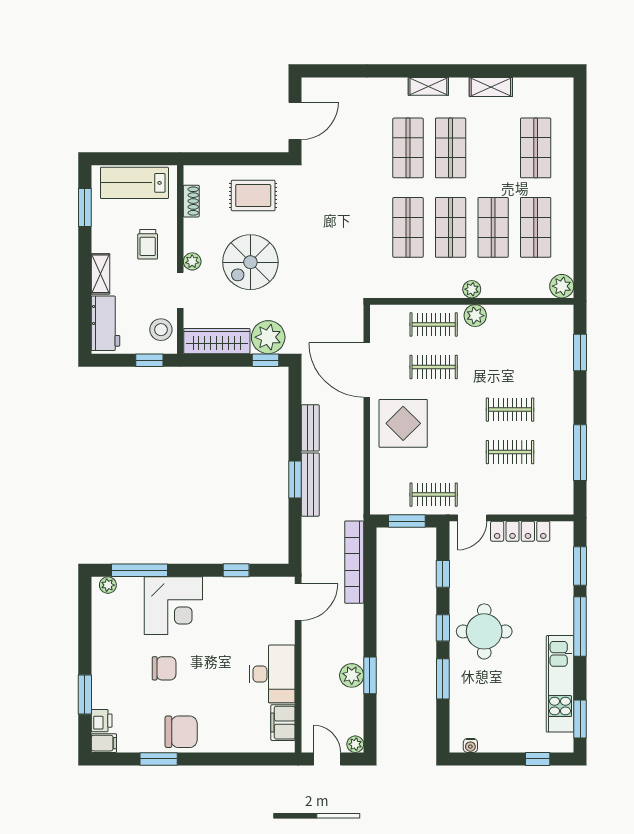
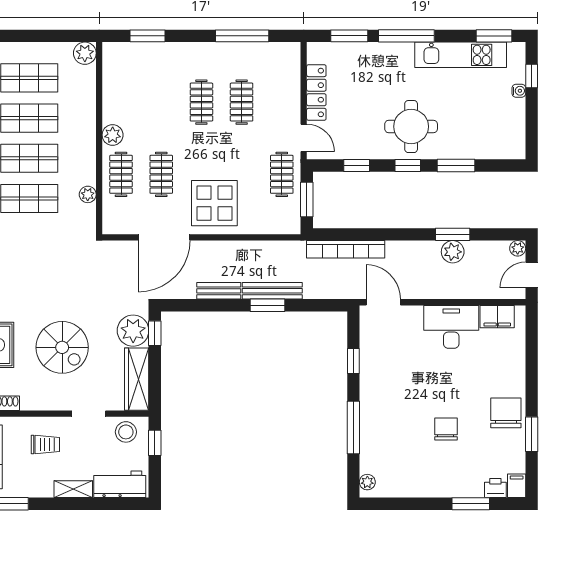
plant: (192, 261) -> (61, 402), removed
plant: (472, 289) -> (88, 194), moved
window: (140, 570) -> (353, 427), moved
corner desk: (173, 606) -> (387, 420), removed
water cooler: (470, 745) -> (519, 91), moved

